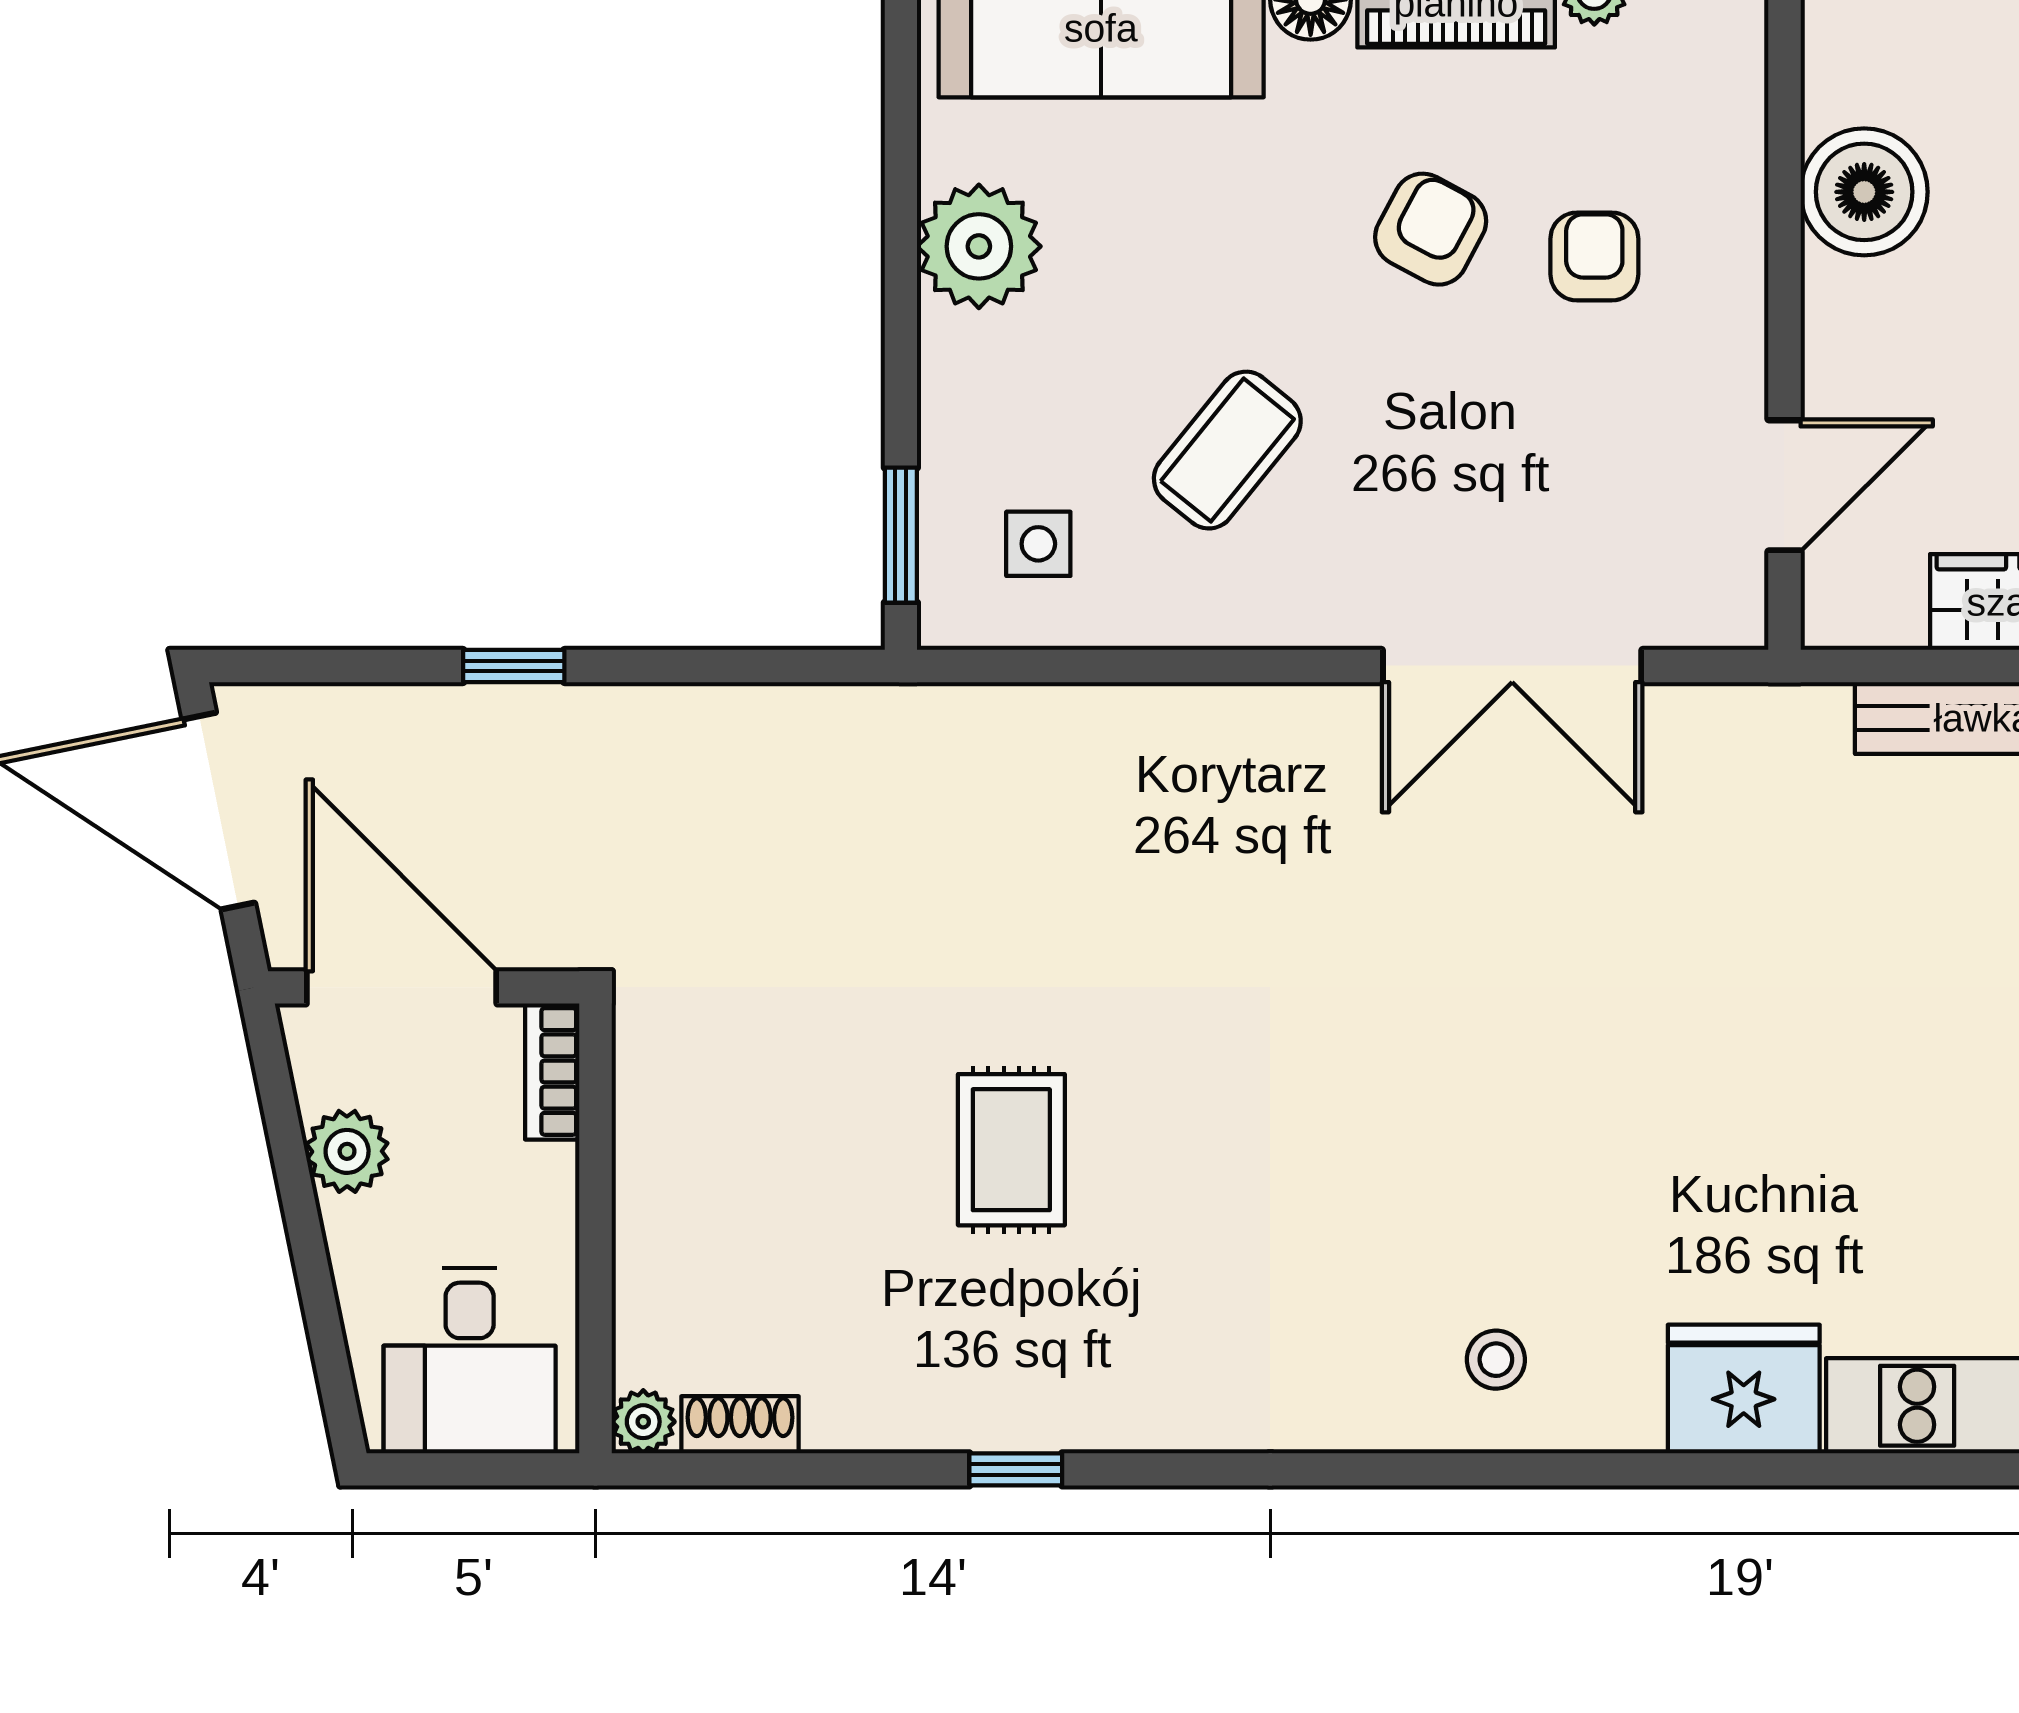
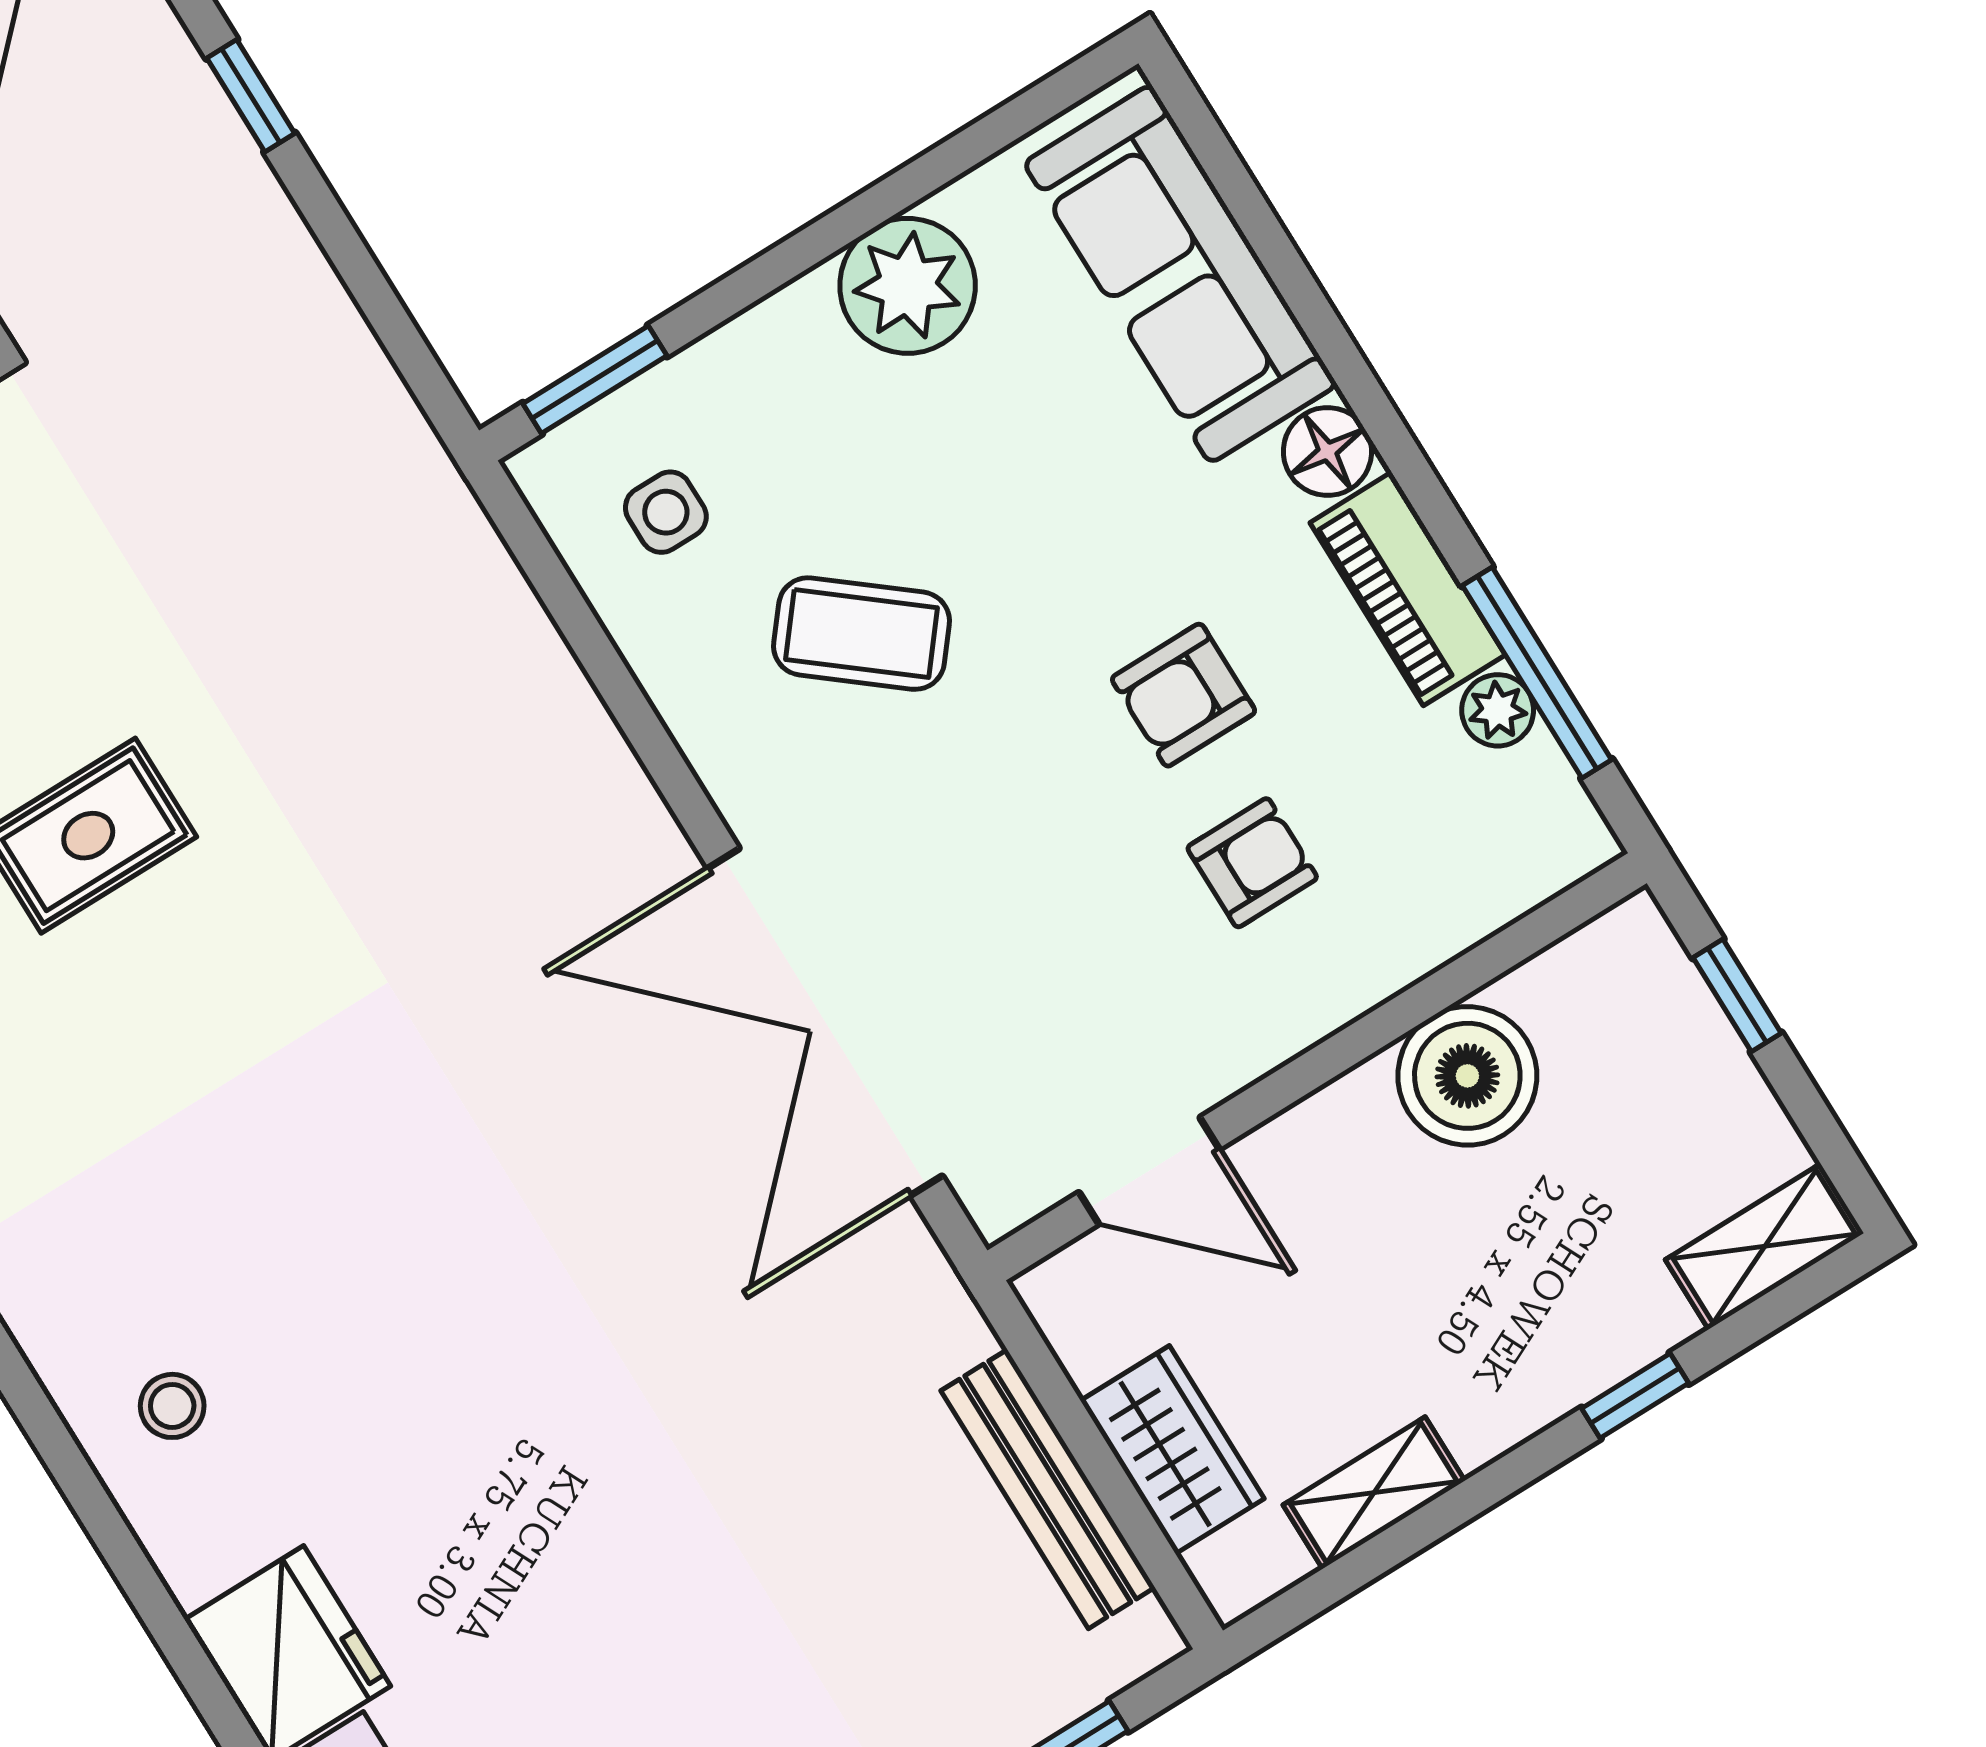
armchair: (1431, 229) -> (1184, 695), turned 152
double door: (1512, 666) -> (825, 1022), width x1.36

